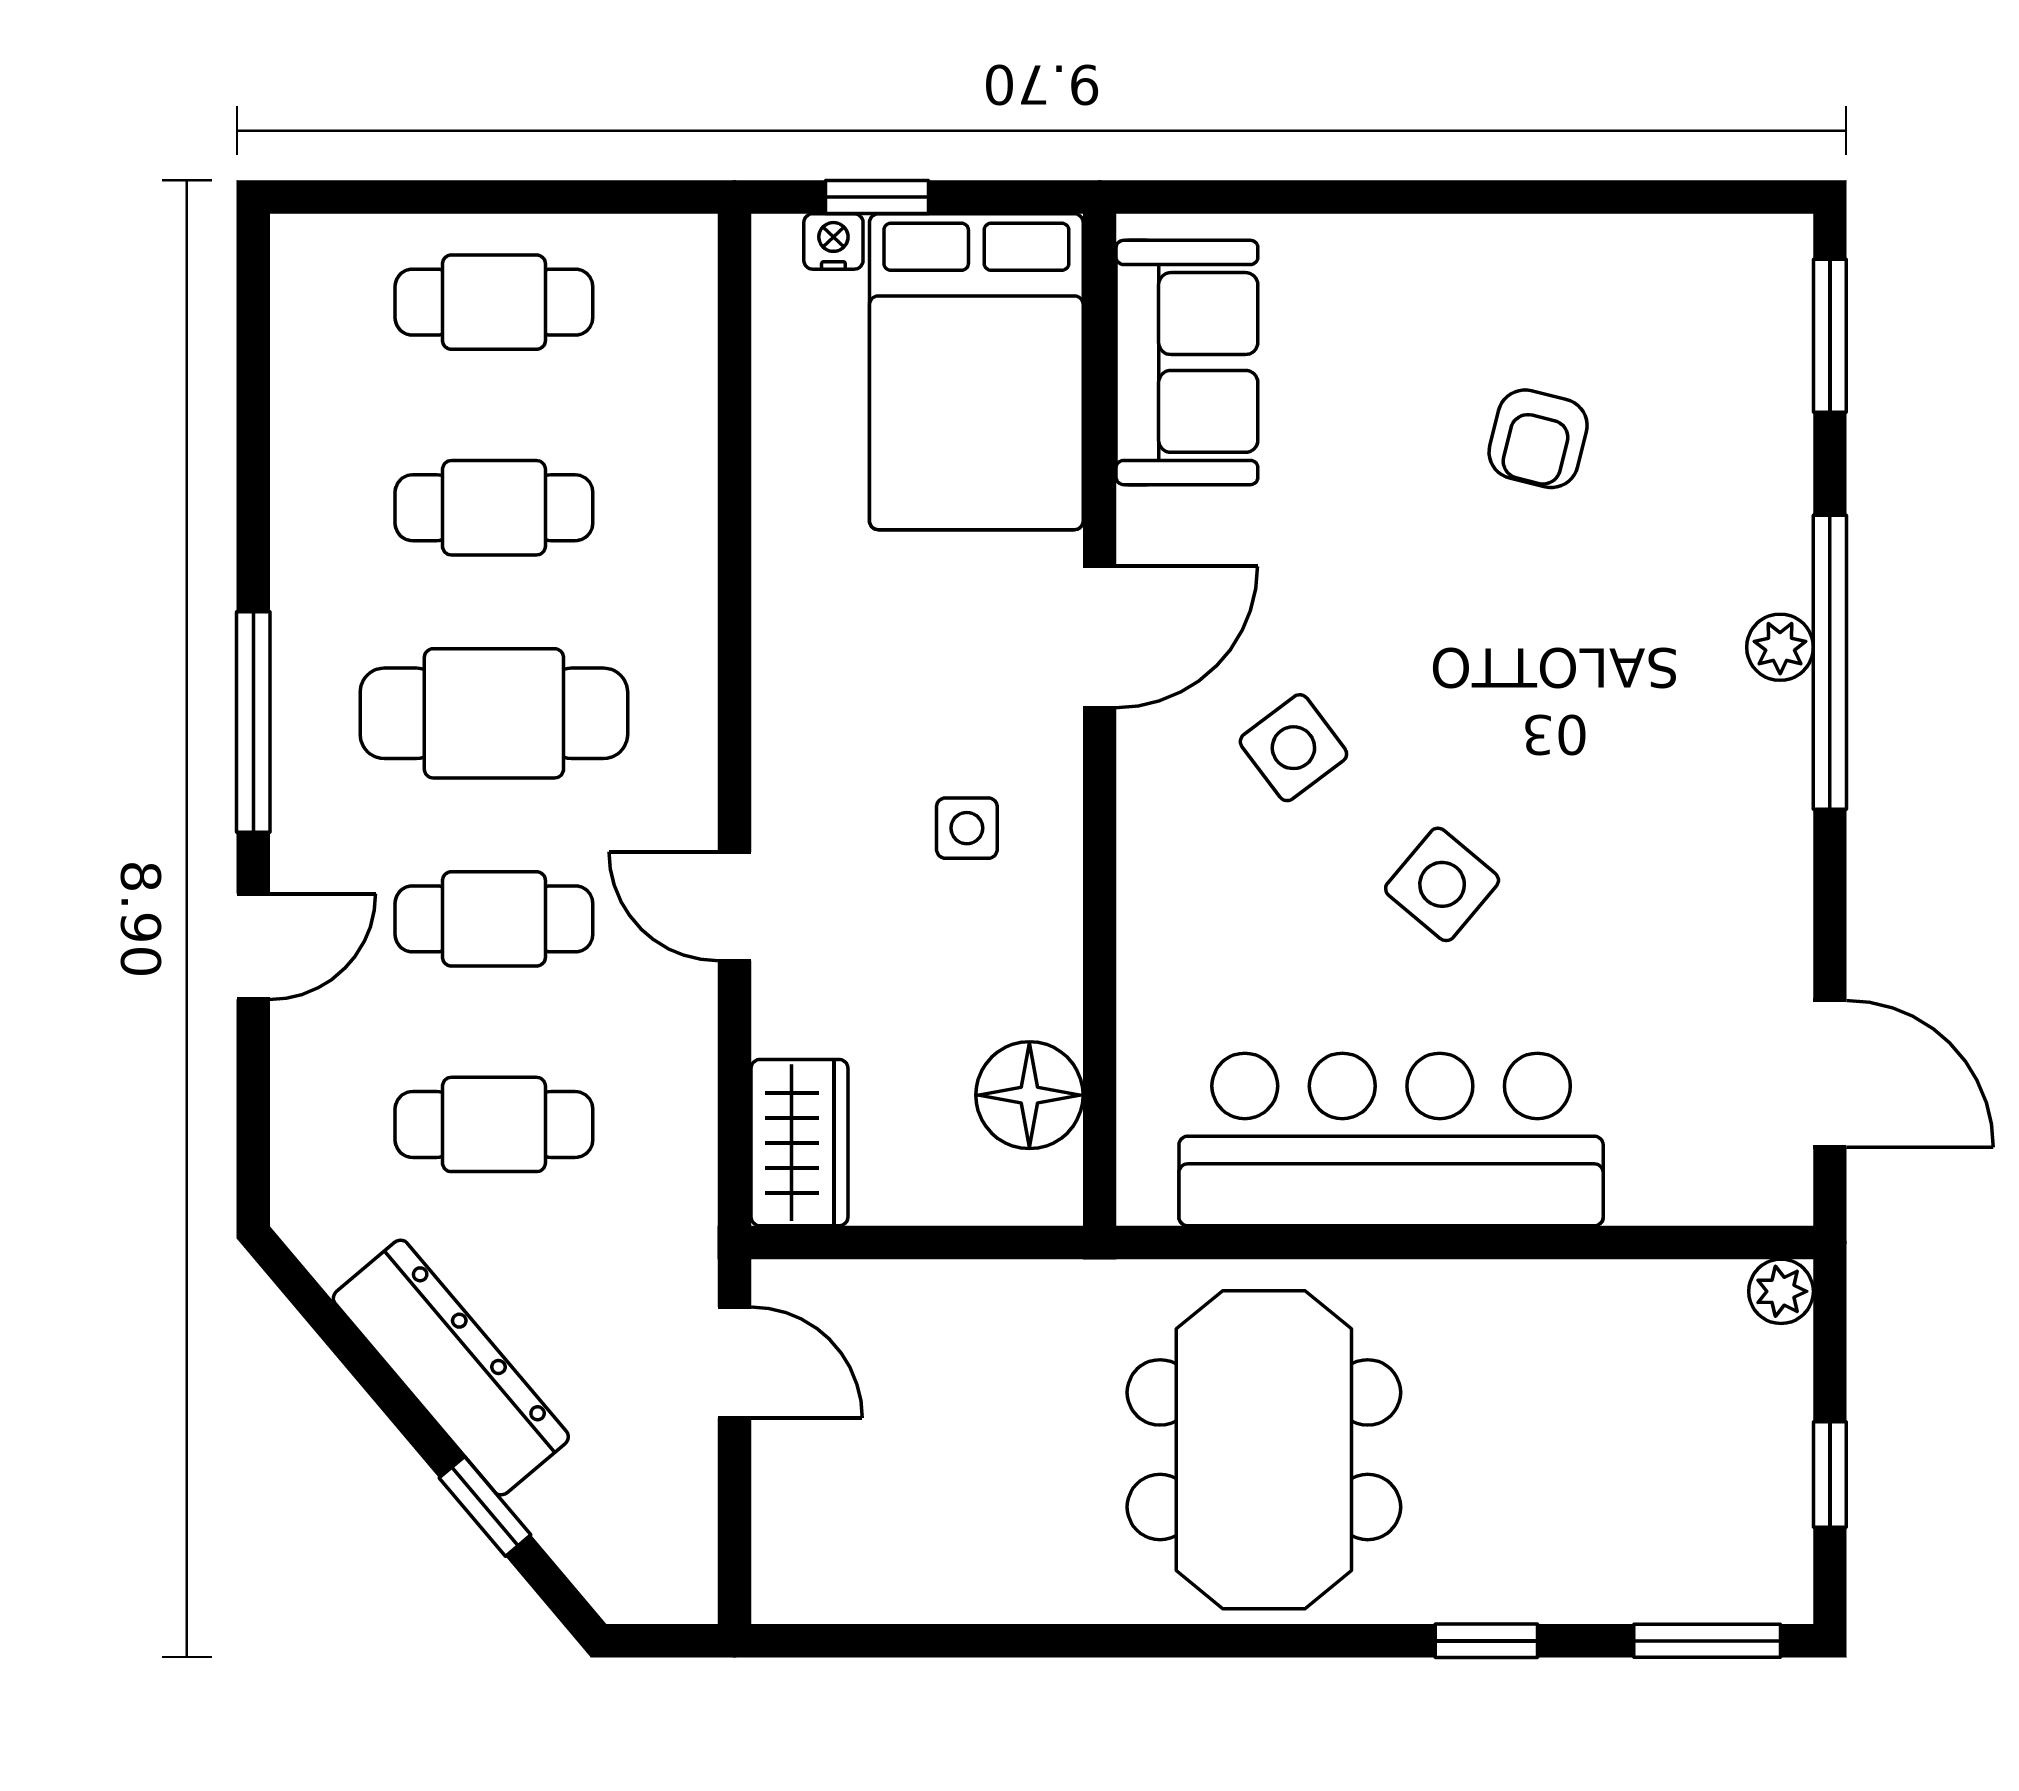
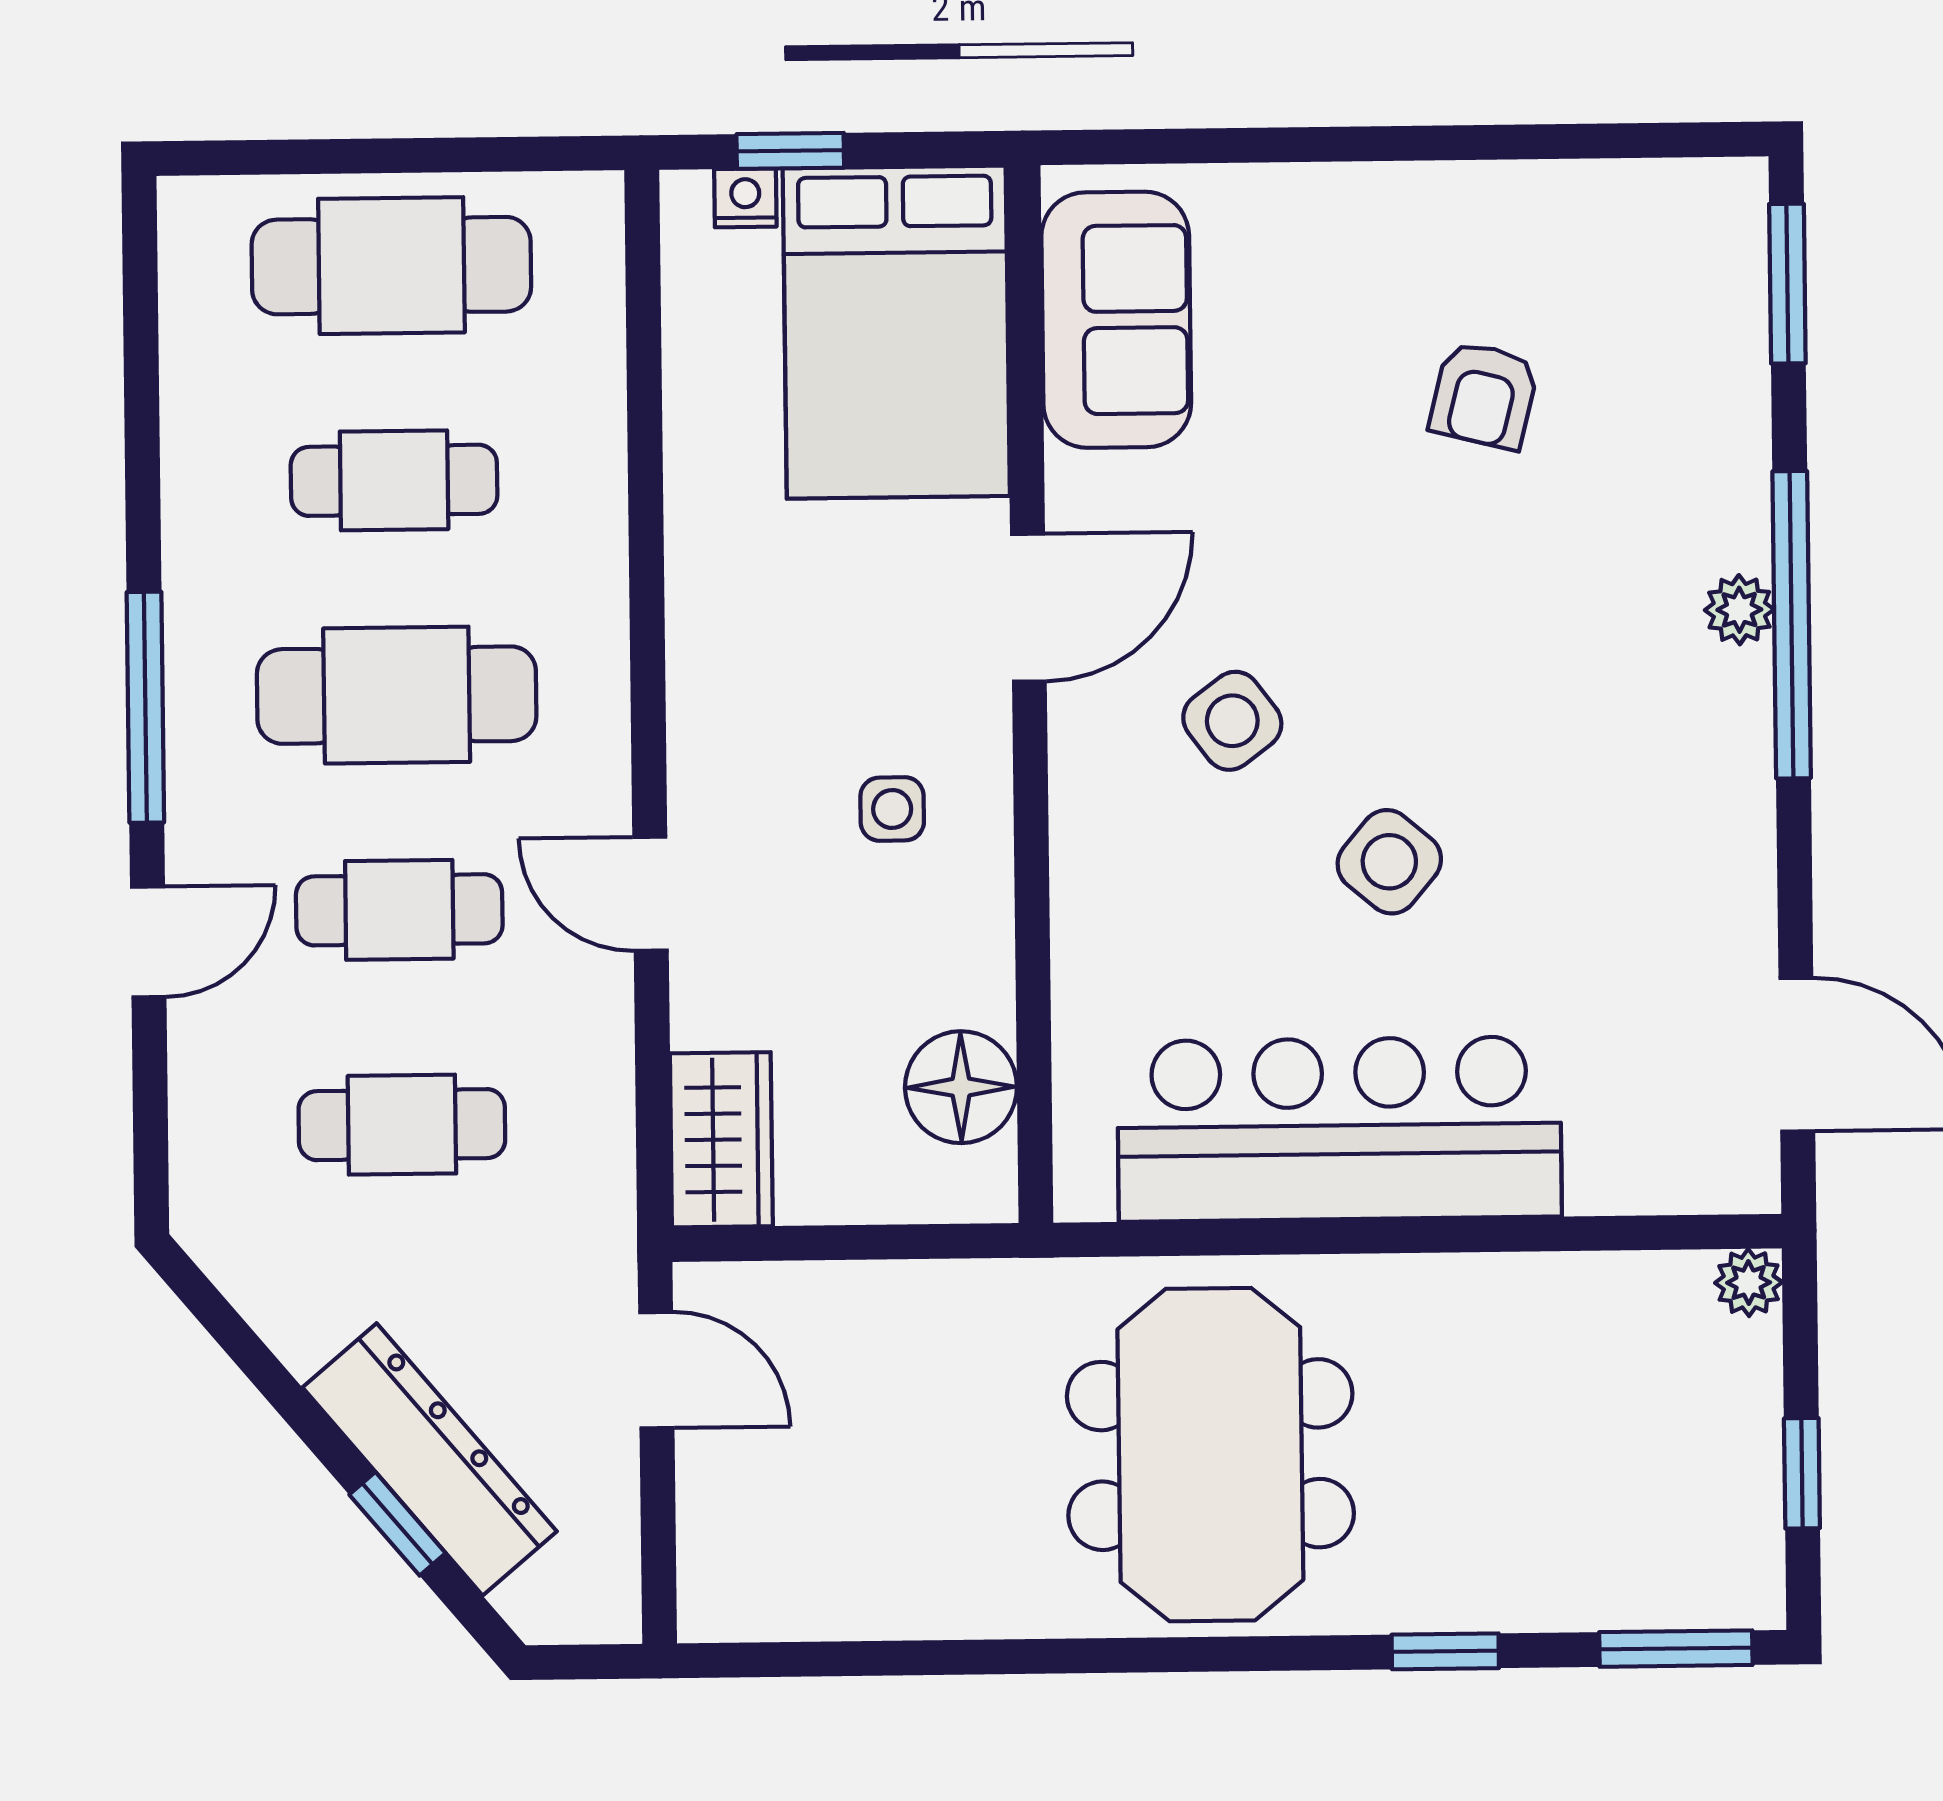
cafe table: (494, 302) -> (391, 266), width x1.37, depth x1.35
dresser: (451, 1367) -> (430, 1459), moved

